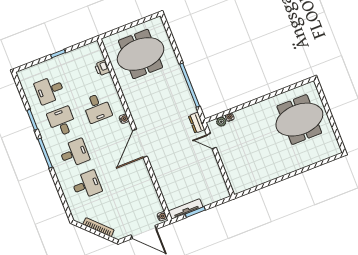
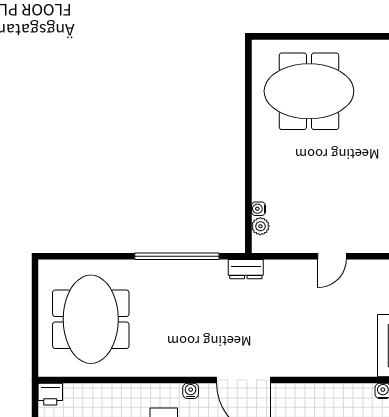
printer: (102, 68) -> (50, 394), moved
meeting table: (299, 120) -> (309, 91), turned 90
door: (211, 141) -> (332, 256), moved

